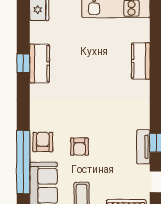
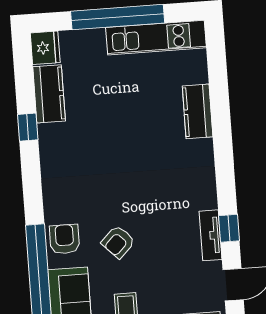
kitchen counter: (40, 64) -> (49, 94), moved
armchair: (80, 147) -> (118, 242), turned 45

